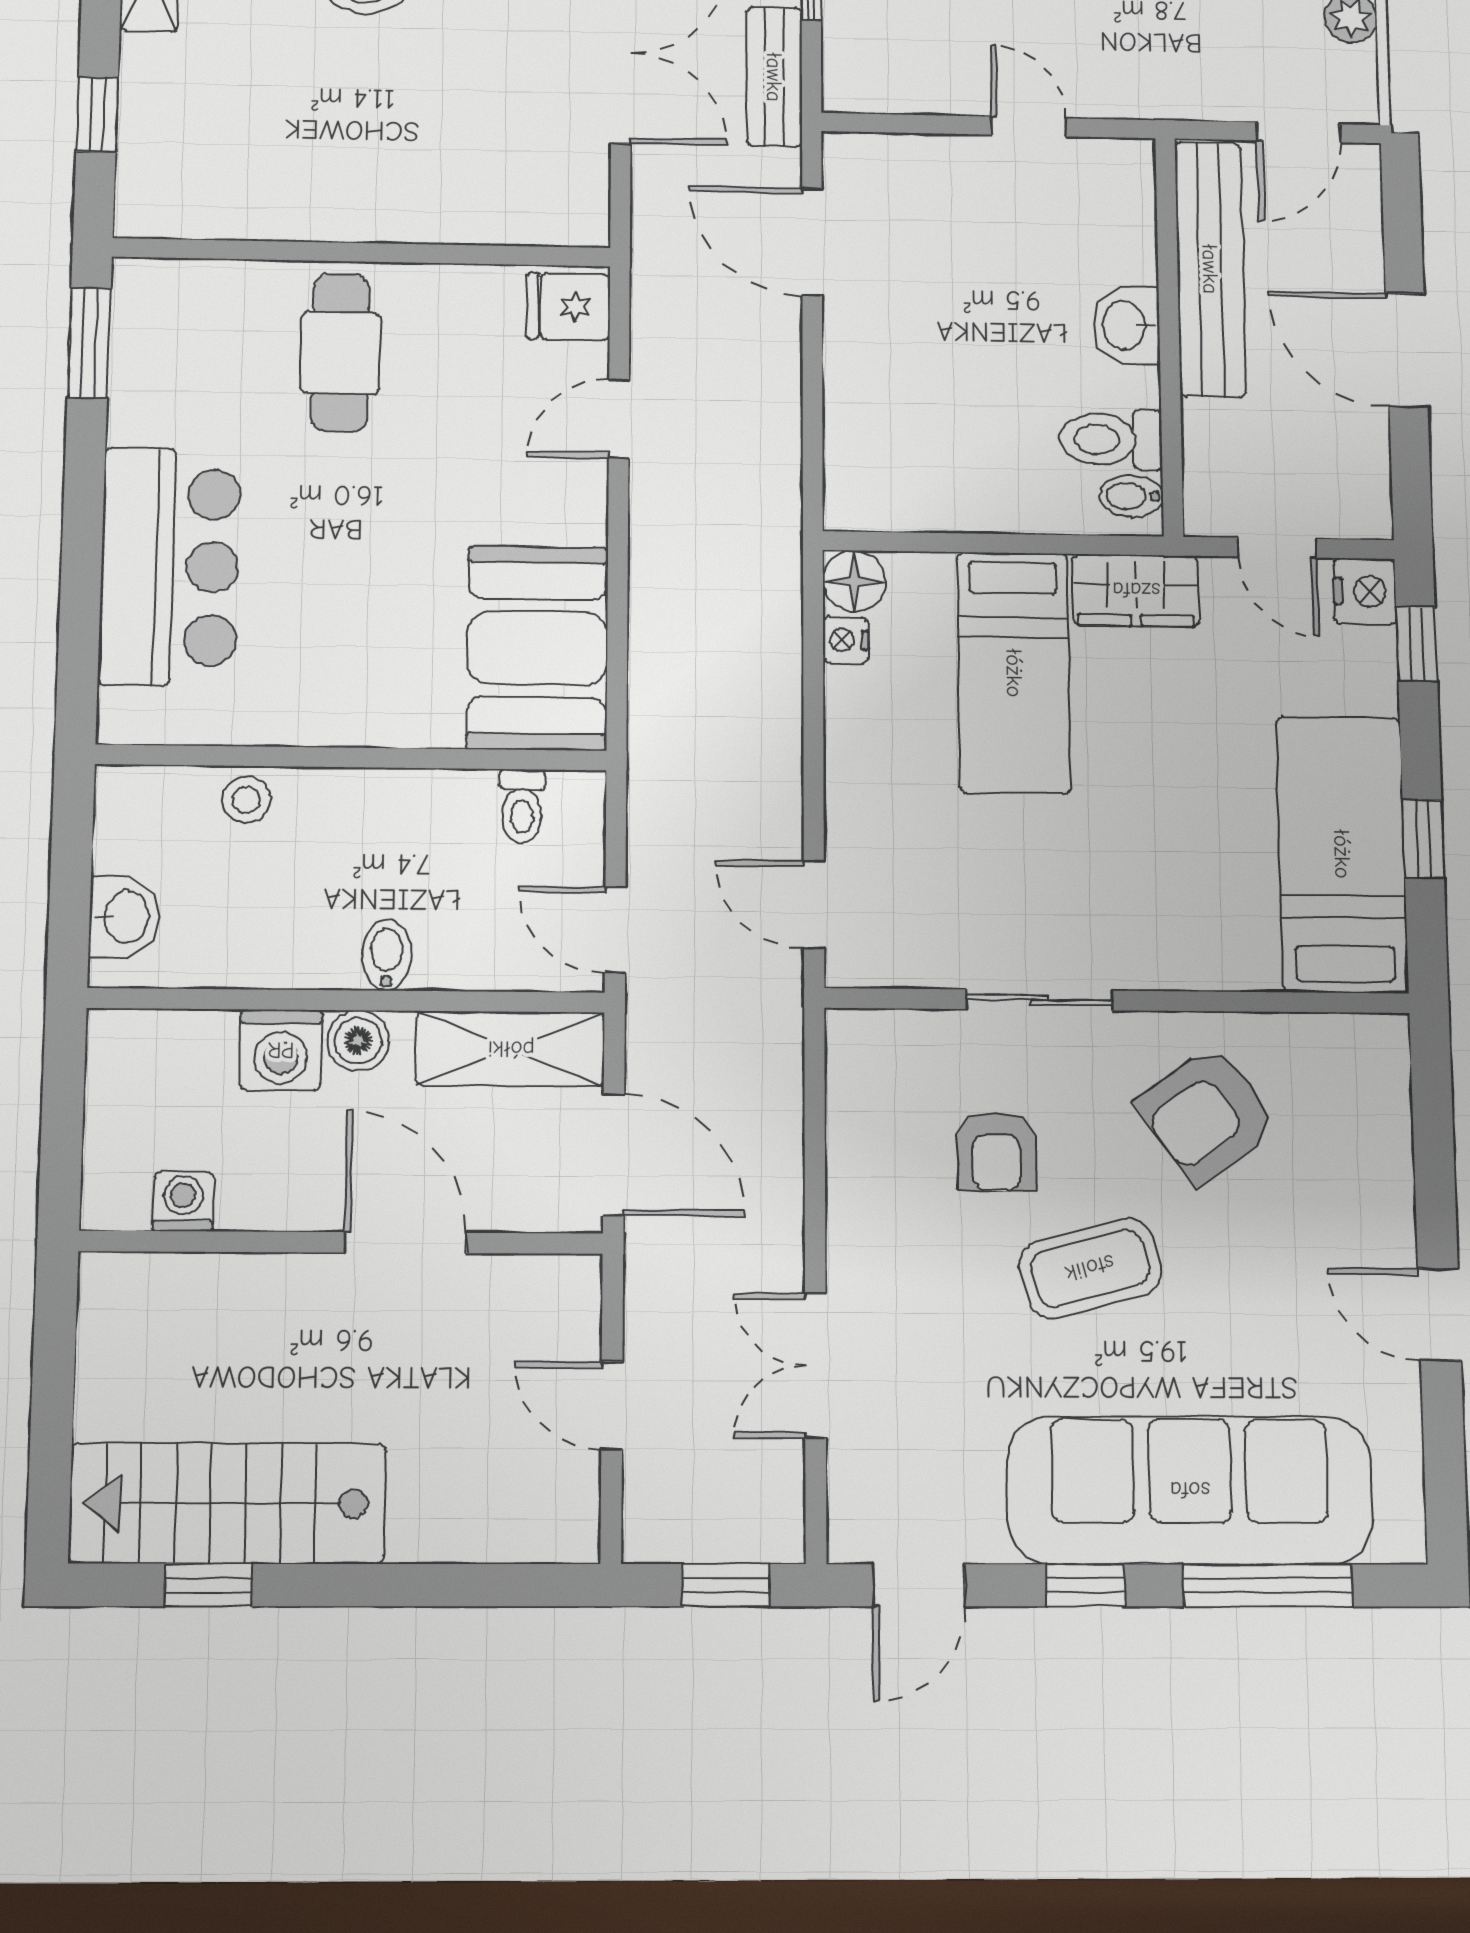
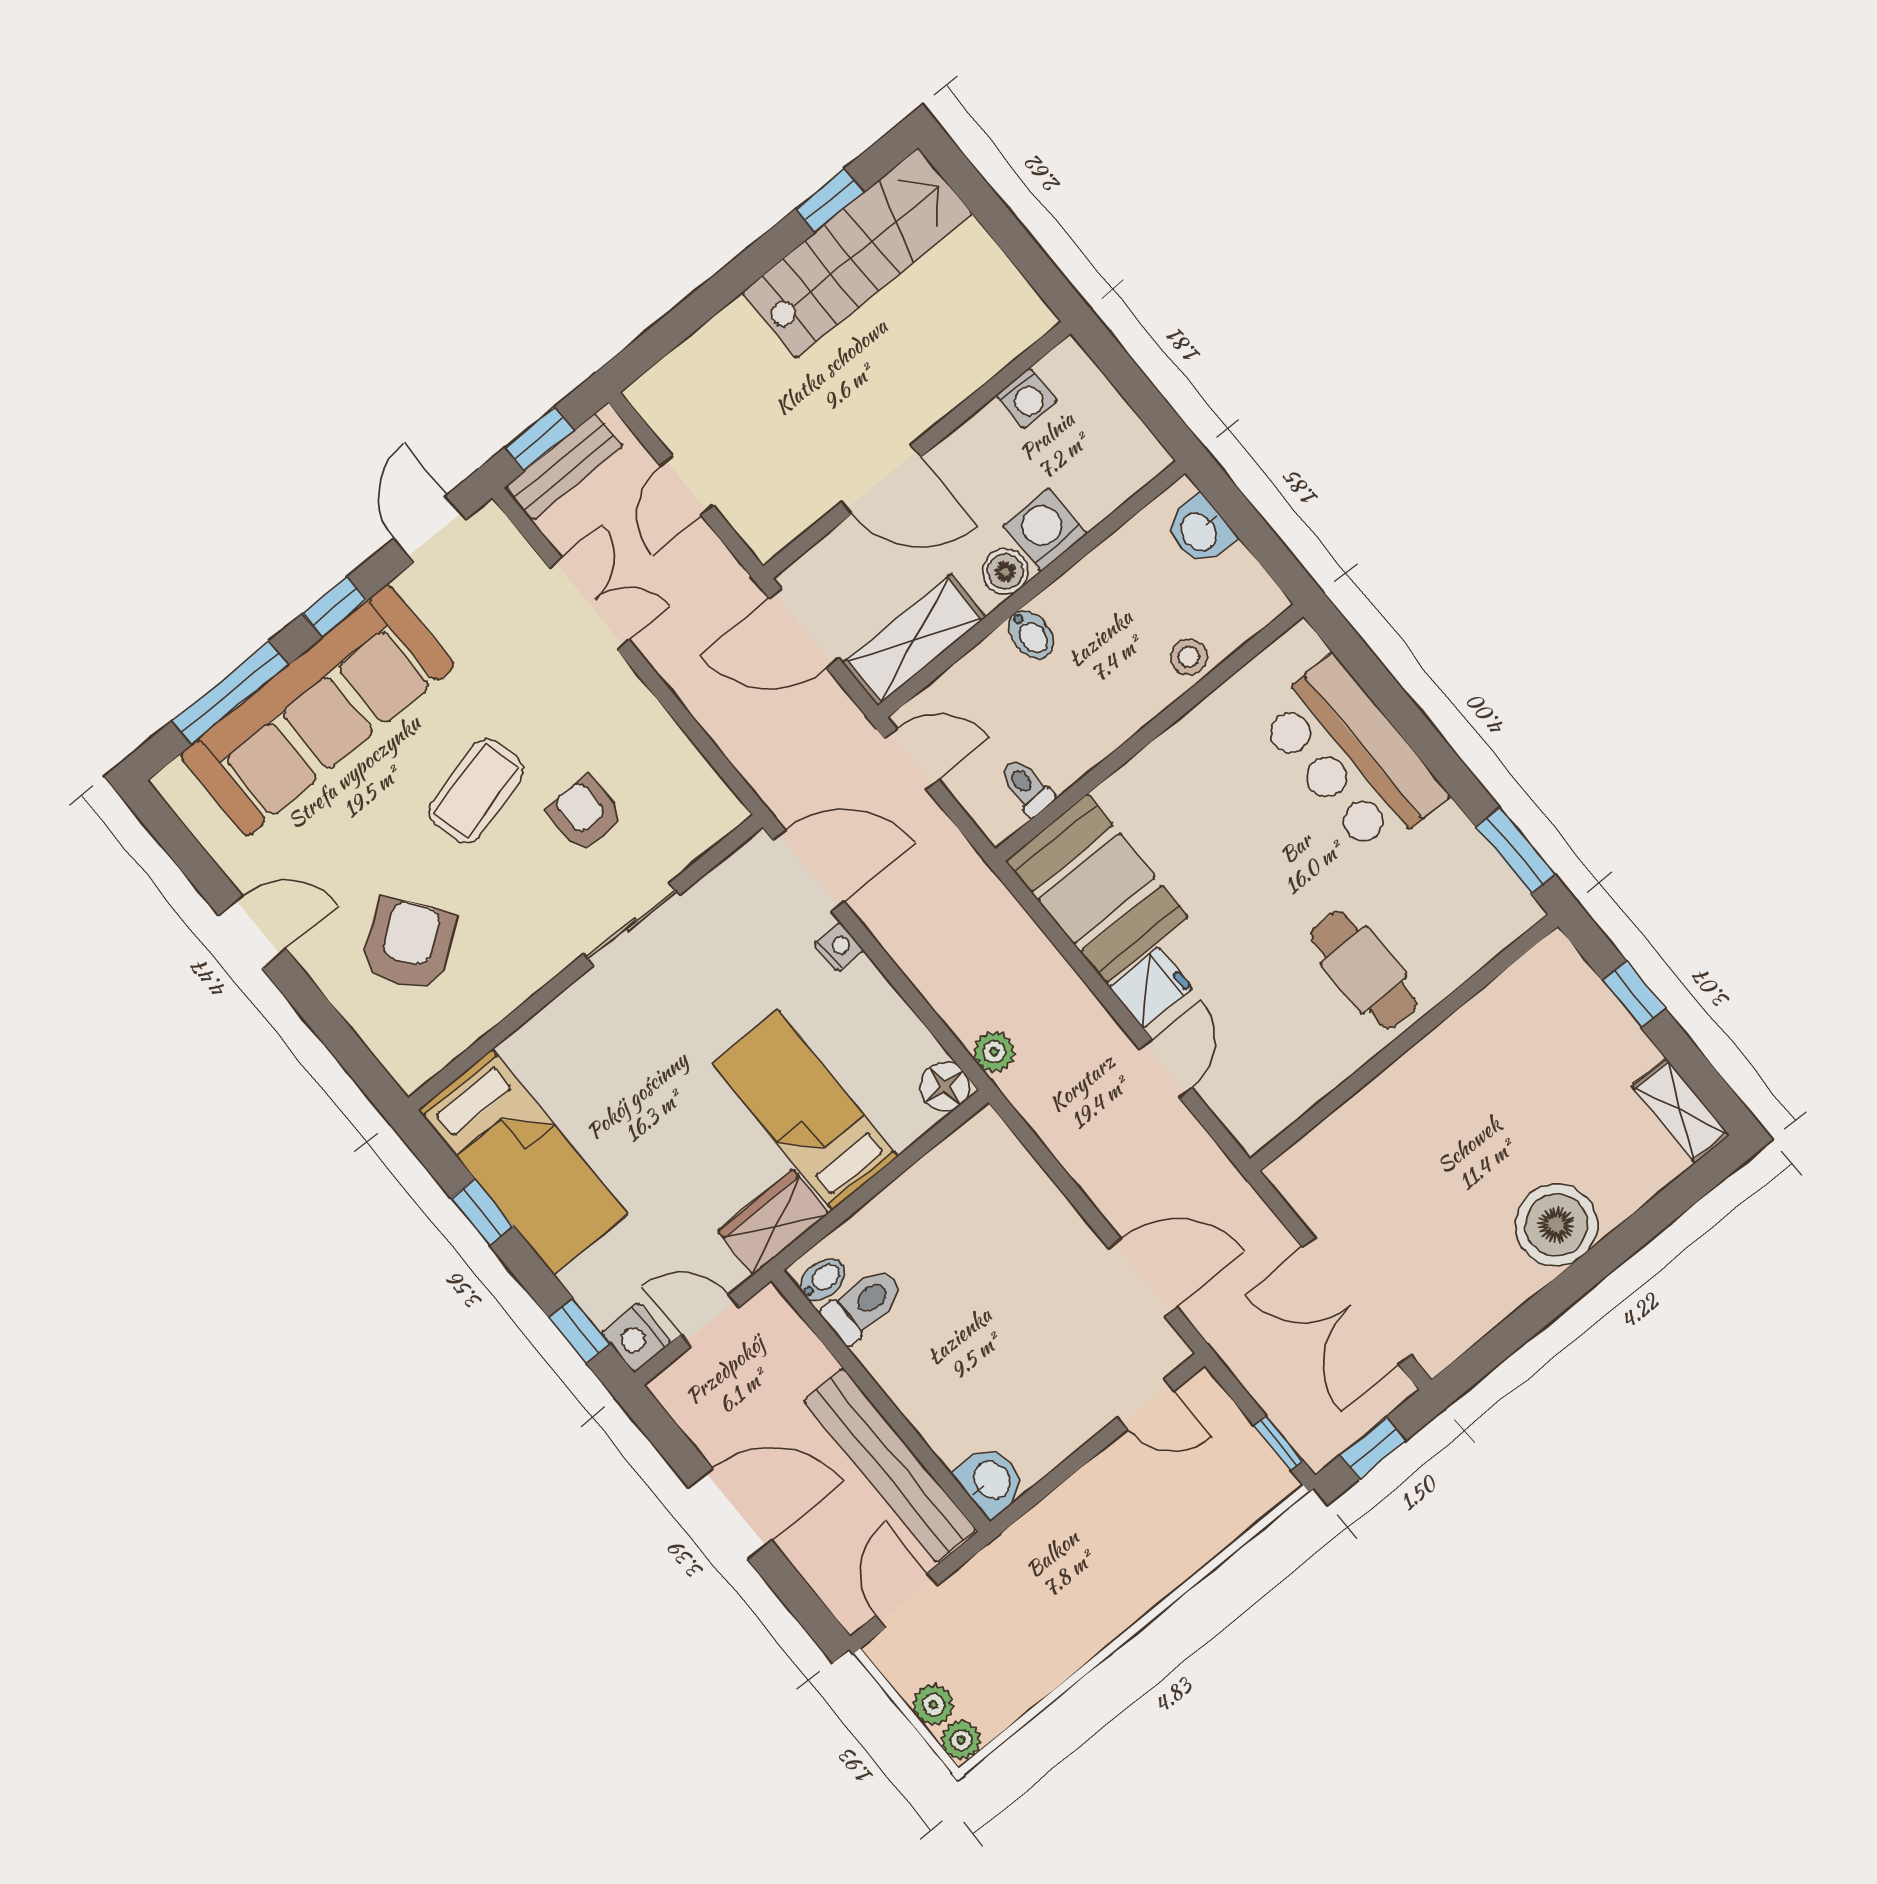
bench: (774, 77) -> (564, 467), moved, turned 90
door: (1029, 126) -> (1146, 1404), moved
fridge: (568, 306) -> (1151, 988), moved
washbasin: (1126, 325) -> (991, 1481), moved
plant: (776, 574) -> (994, 1052), added
nightstand: (846, 640) -> (839, 947), moved
door: (814, 905) -> (809, 871), width x1.38
armchair: (1207, 1114) -> (409, 944), moved
door: (612, 1406) -> (687, 485), swing flipped

